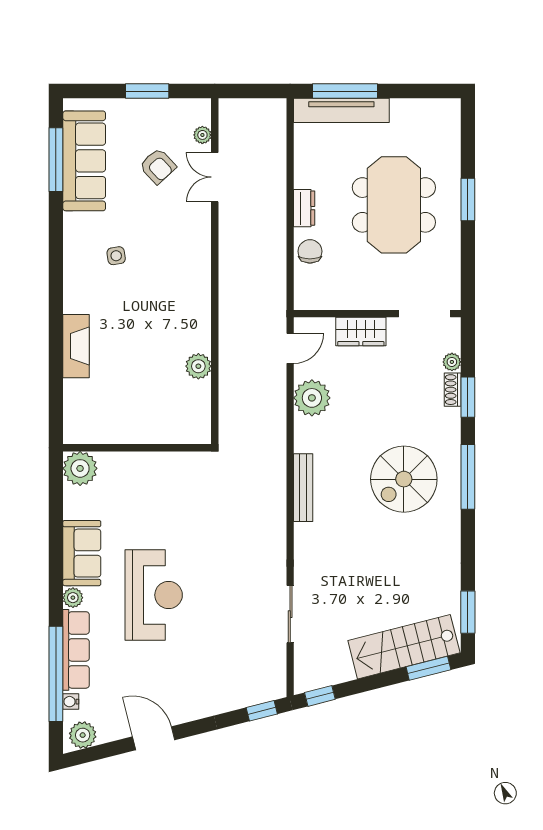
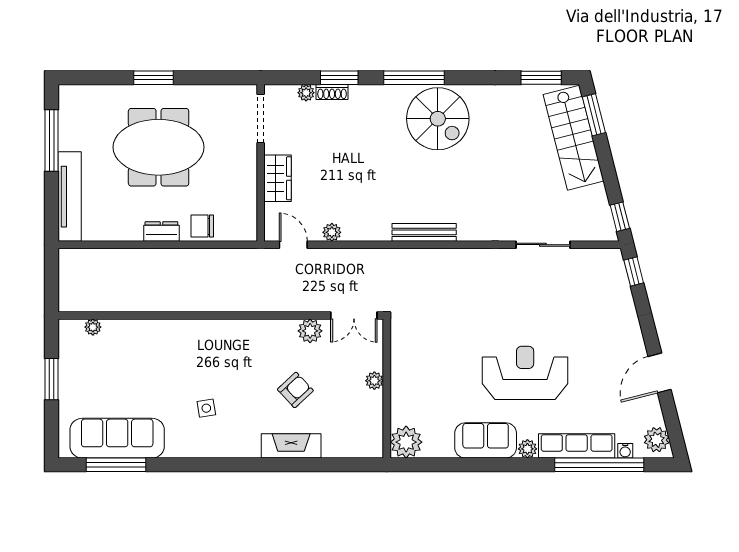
window: (345, 91) -> (52, 141), moved
armchair: (158, 166) -> (295, 390), moved
double door: (215, 177) -> (354, 316), moved
plant: (312, 398) -> (332, 232), width x0.53, depth x0.53
plant: (145, 435) -> (374, 381), added
spiral stairs: (404, 479) -> (438, 119), moved

